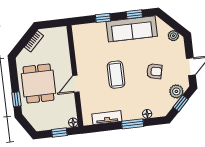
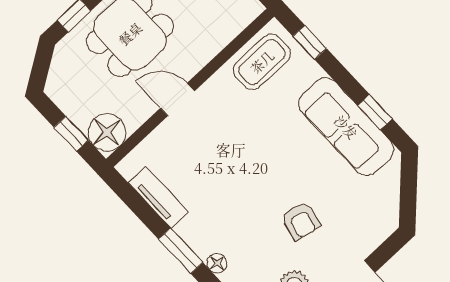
window: (103, 18) -> (310, 42), moved
plant: (173, 36) -> (388, 208), removed
coffee table: (116, 75) -> (262, 62), moved
floor lamp: (73, 122) -> (107, 132), width x1.89, depth x1.89

